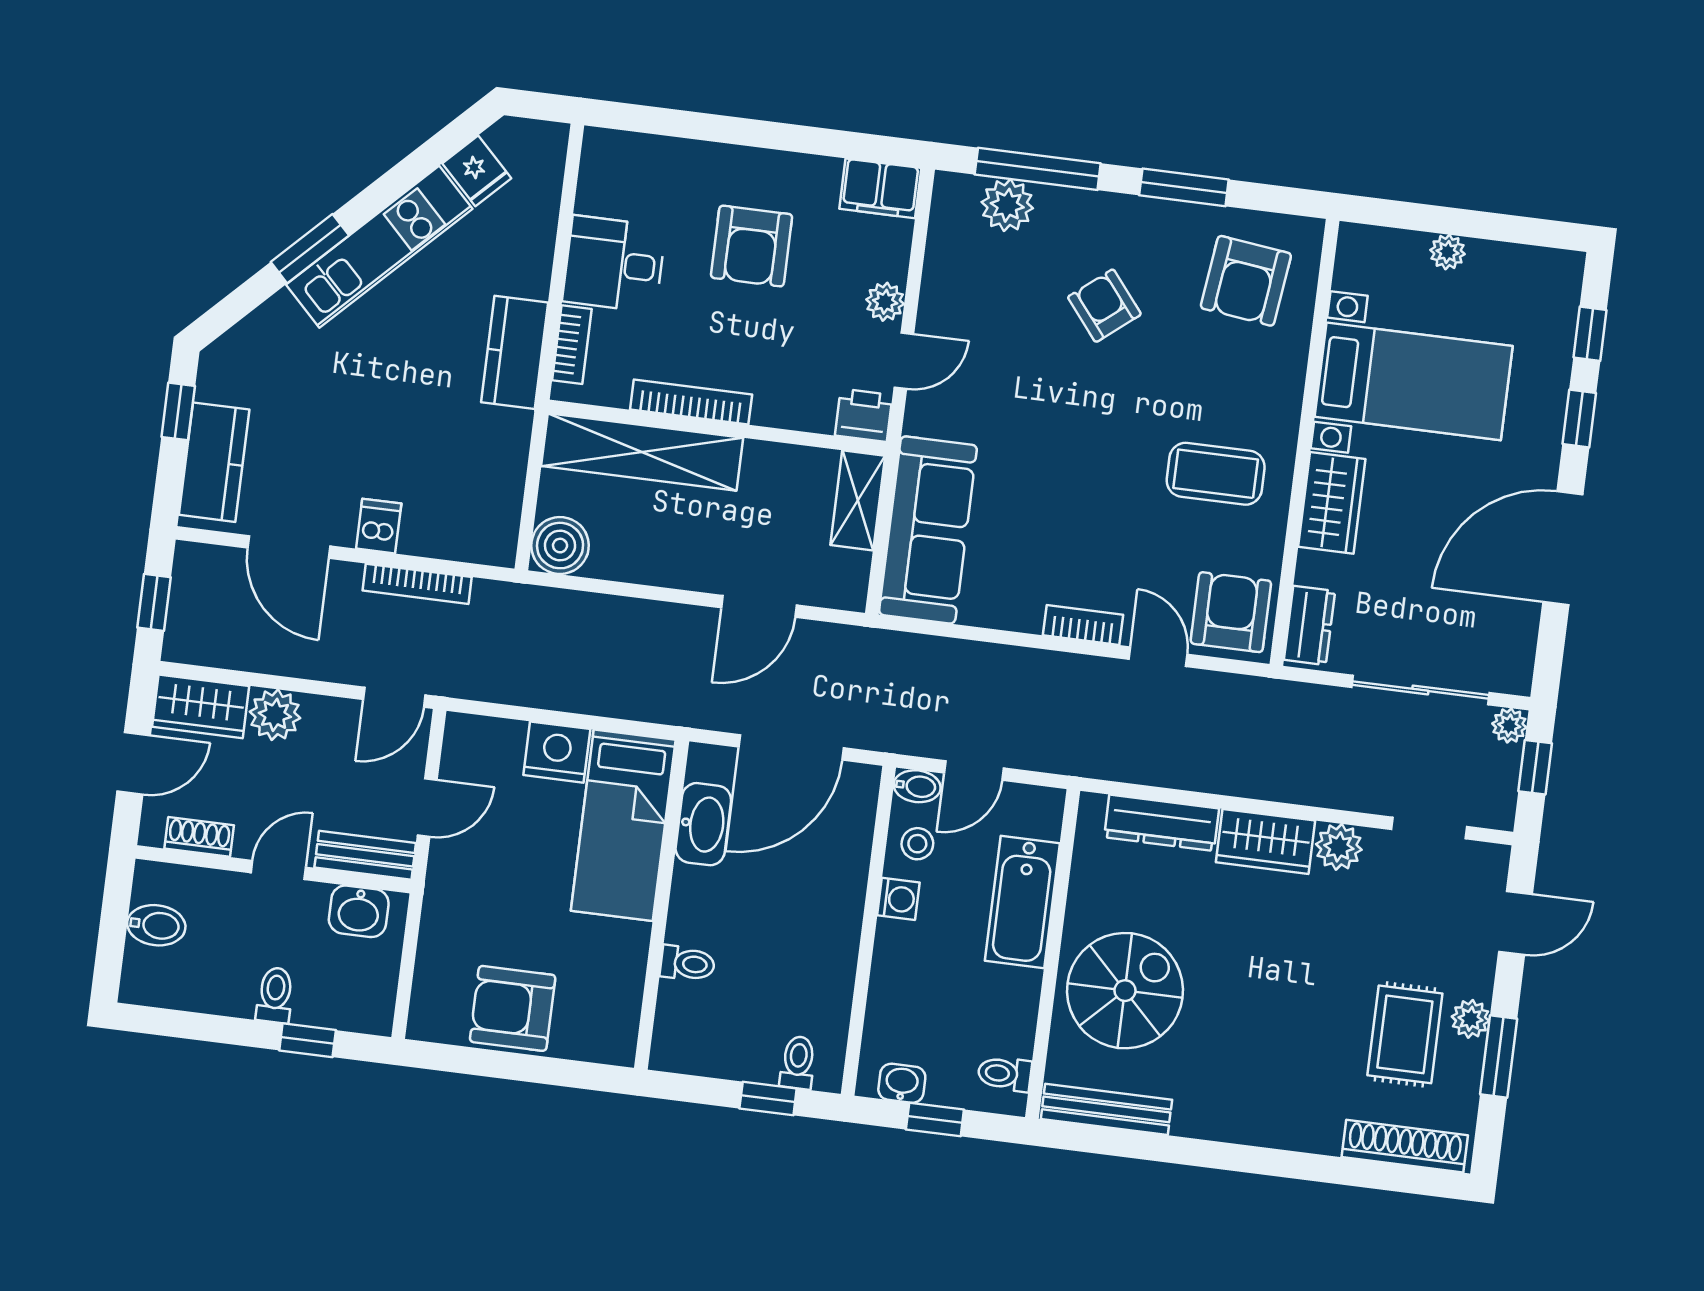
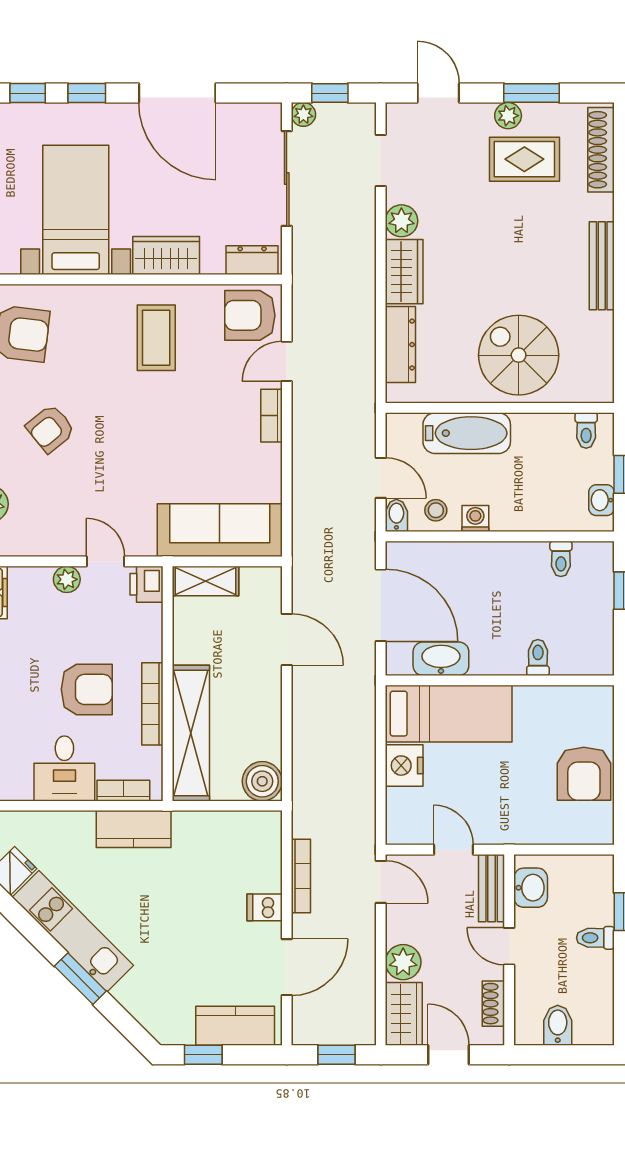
armchair: (752, 246) -> (87, 689), moved
toilet: (798, 1062) -> (561, 559), moved, turned -90
bench: (1106, 1109) -> (602, 266), moved

